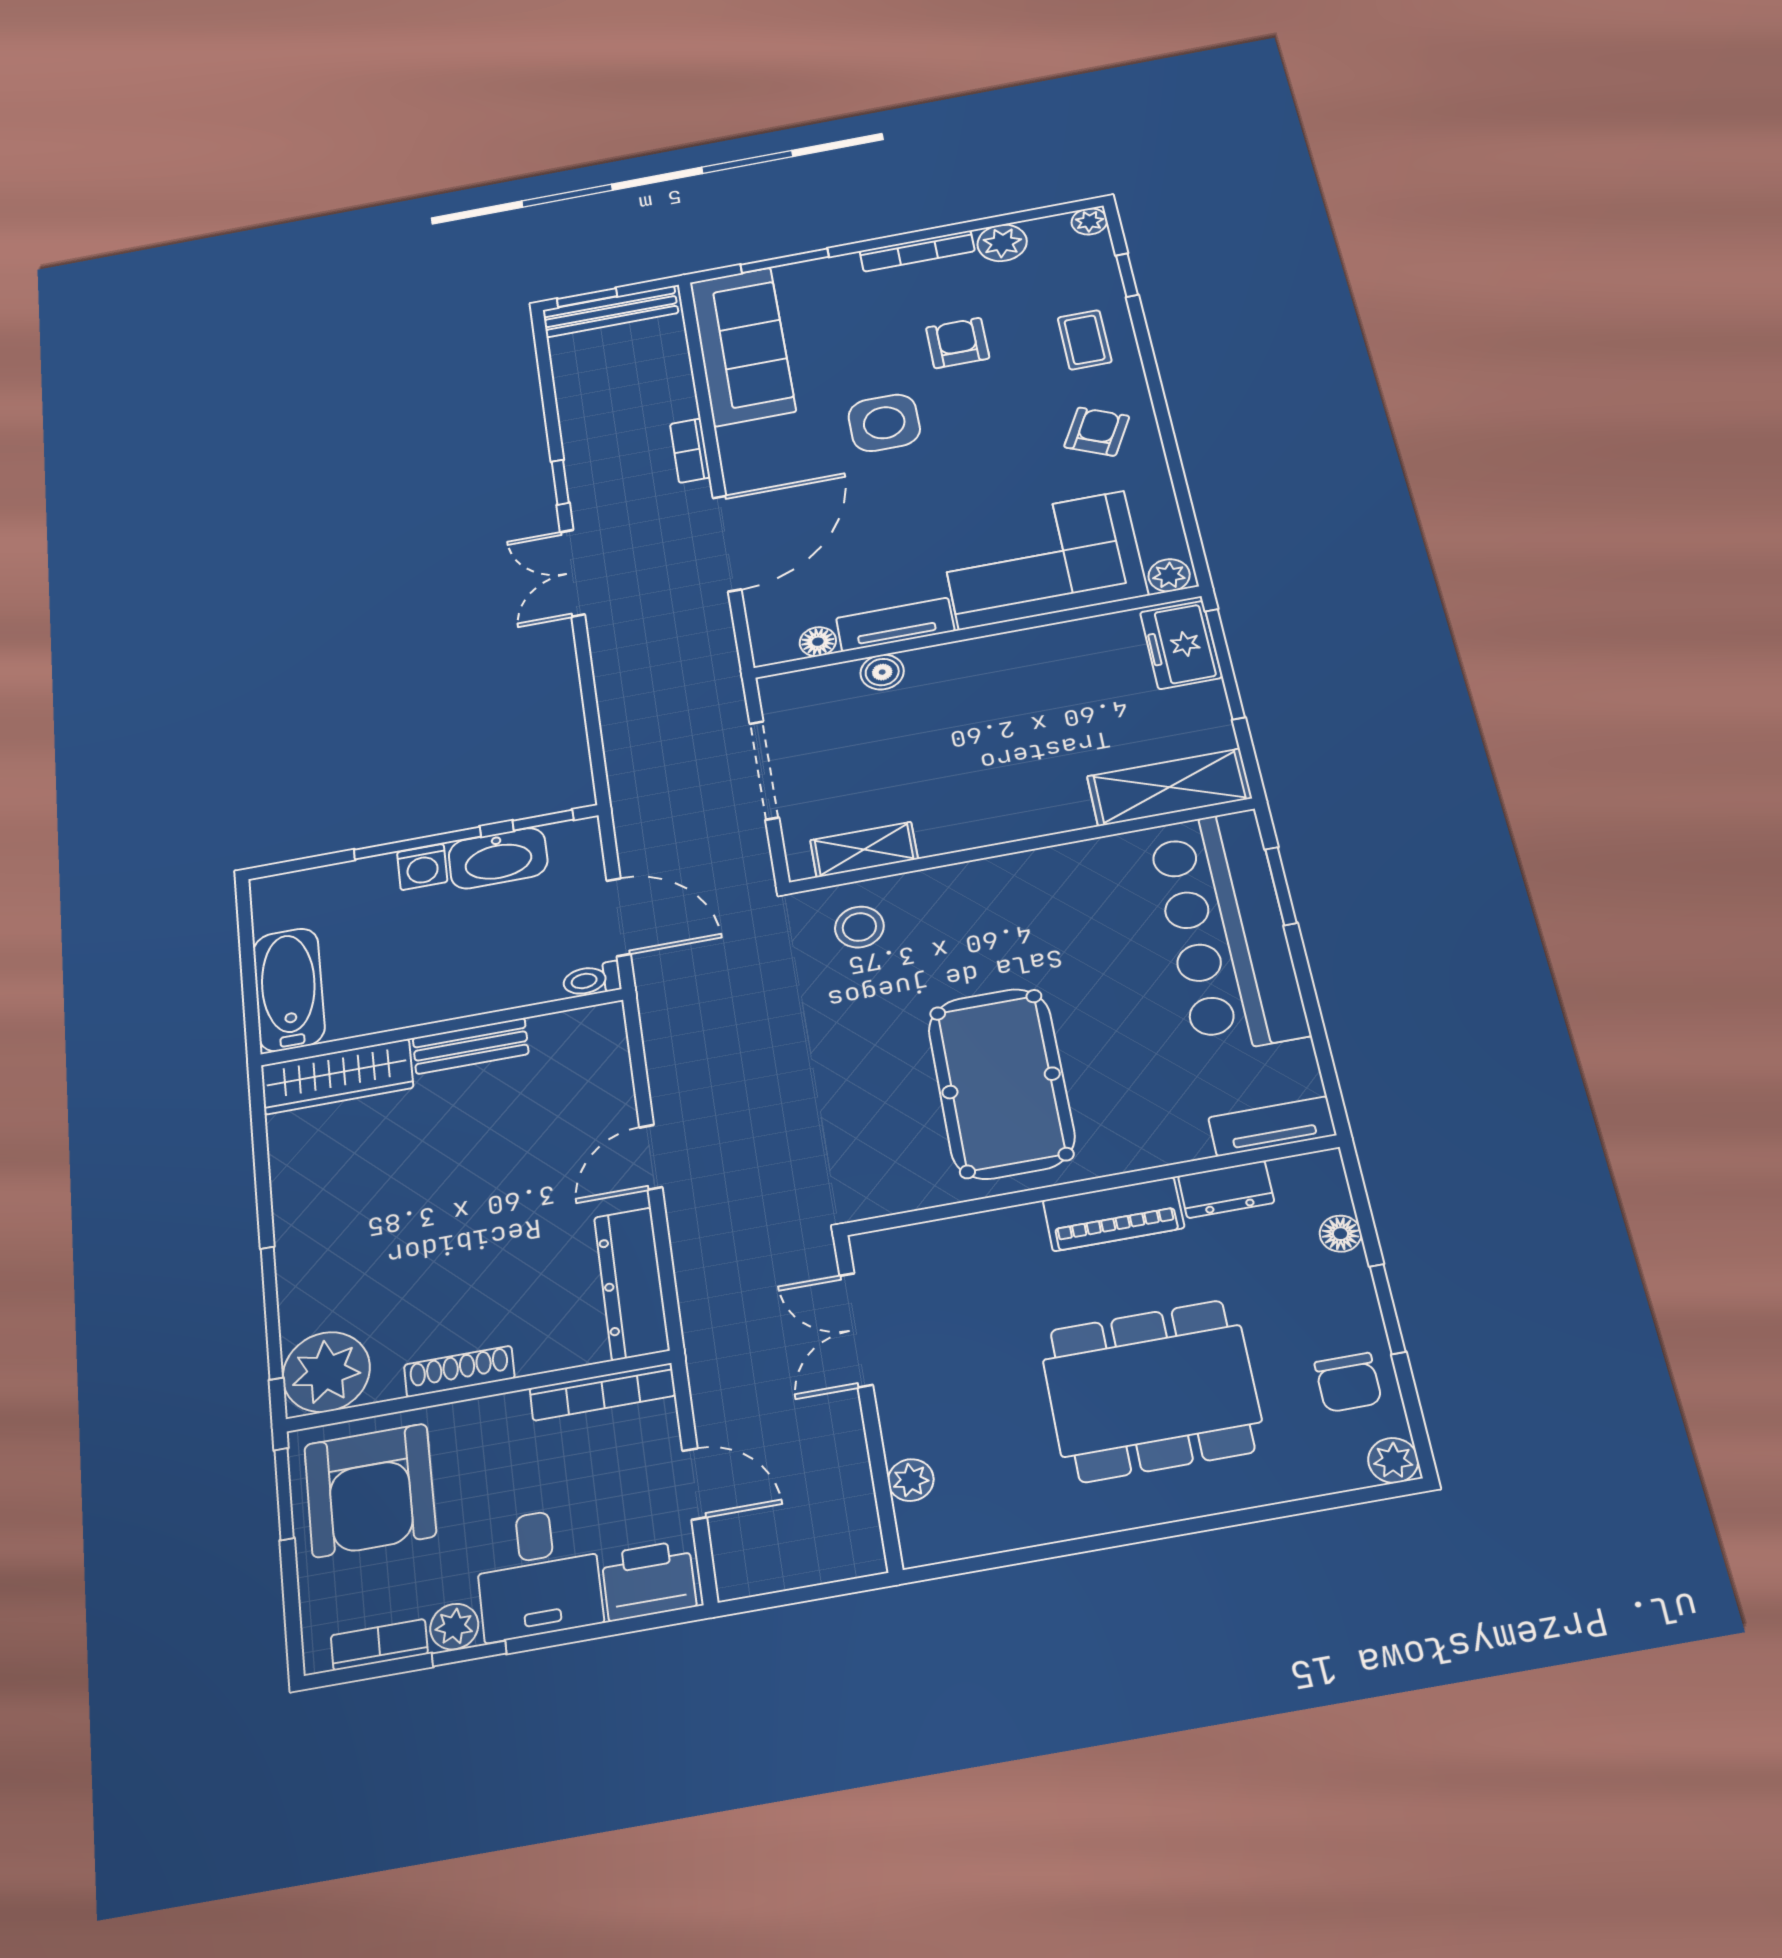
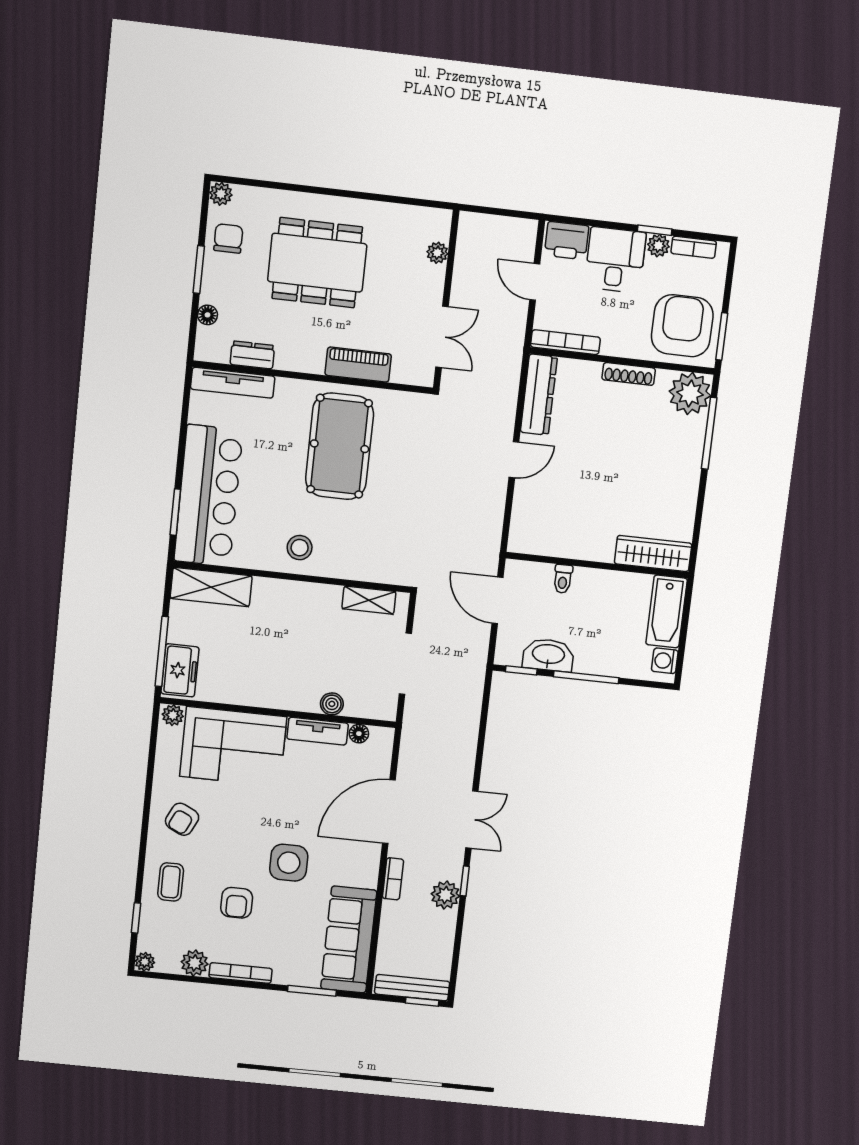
plant: (589, 453) -> (445, 895), added
washing machine: (422, 867) -> (665, 661), moved, turned -90
stool: (859, 927) -> (300, 548), moved
toilet: (592, 980) -> (563, 579), moved, turned 90
bench: (471, 1046) -> (585, 550), removed
tv unit: (1272, 1126) -> (233, 383), width x1.41
piano: (1113, 1214) -> (358, 365), moved

